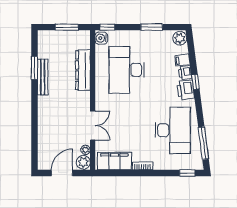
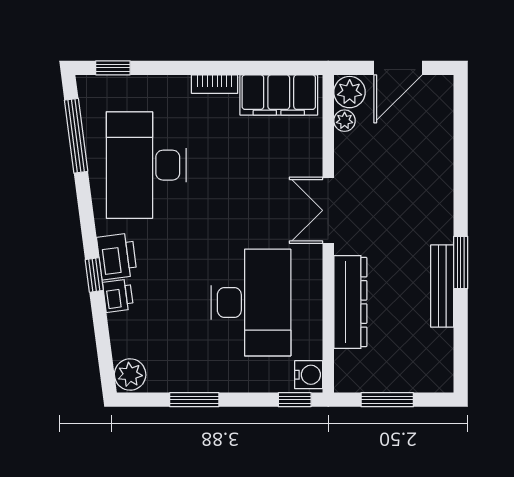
filing cabinet: (182, 60) -> (124, 325), removed
window: (34, 68) -> (461, 262), moved
double door: (93, 126) -> (328, 210), moved

